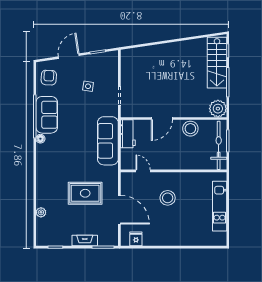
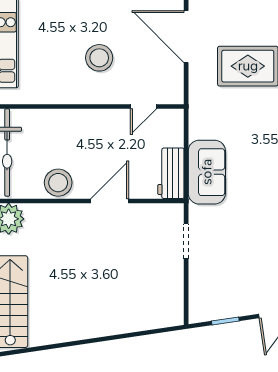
side table: (88, 86) -> (243, 259), removed
sofa: (108, 141) -> (207, 172), width x0.73
door: (143, 171) -> (144, 106), hinge flipped

